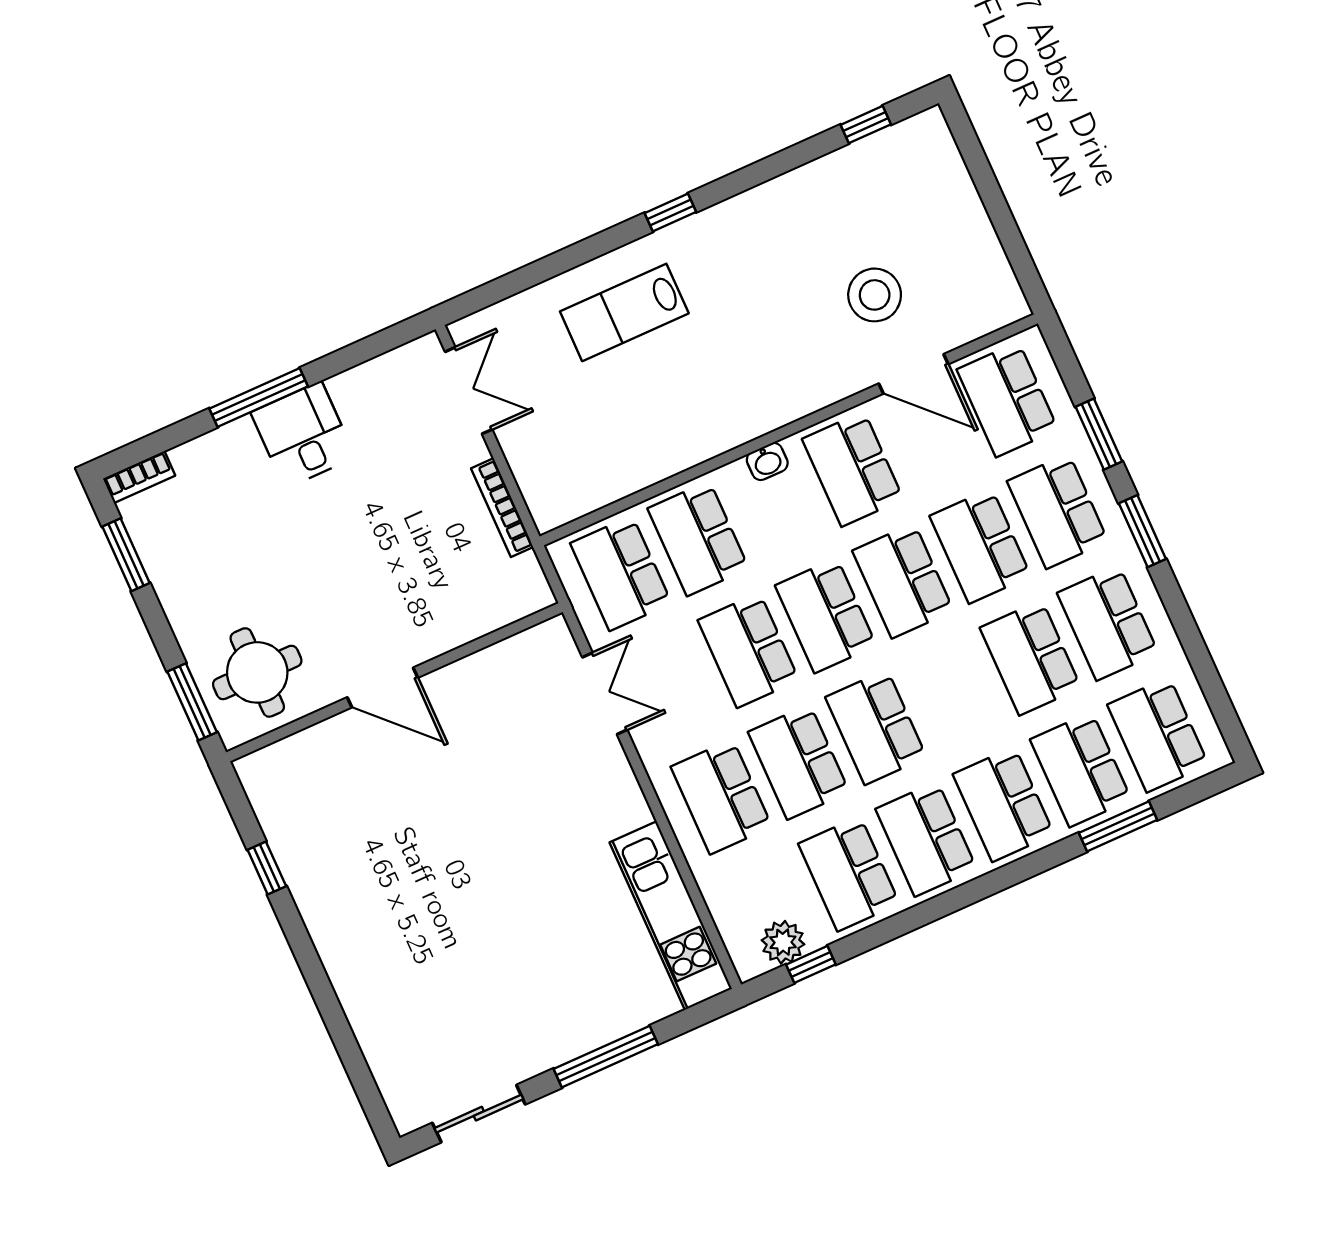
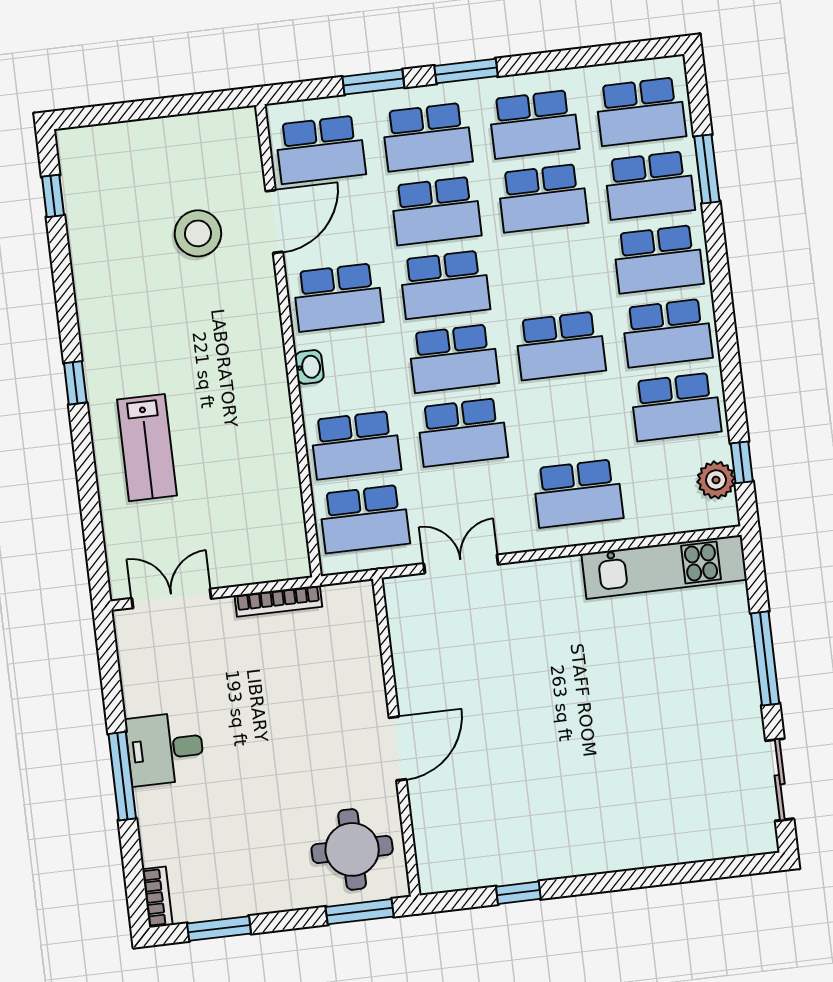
school desk: (799, 762) -> (569, 420), removed

